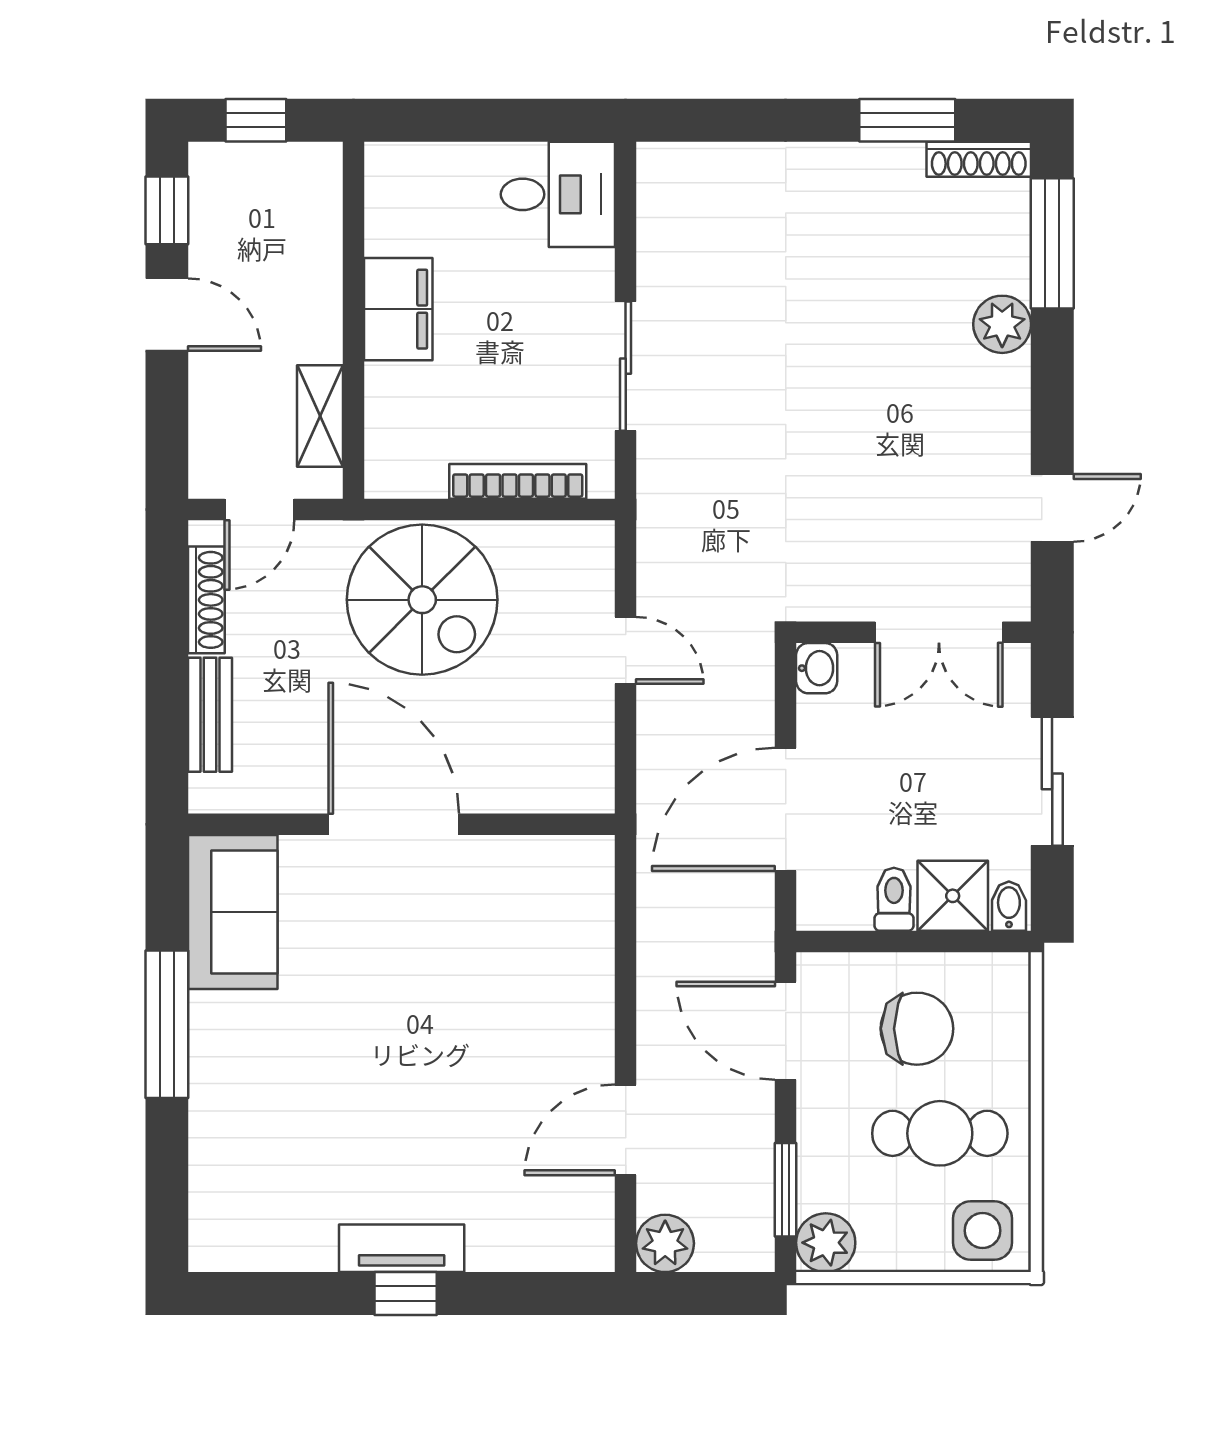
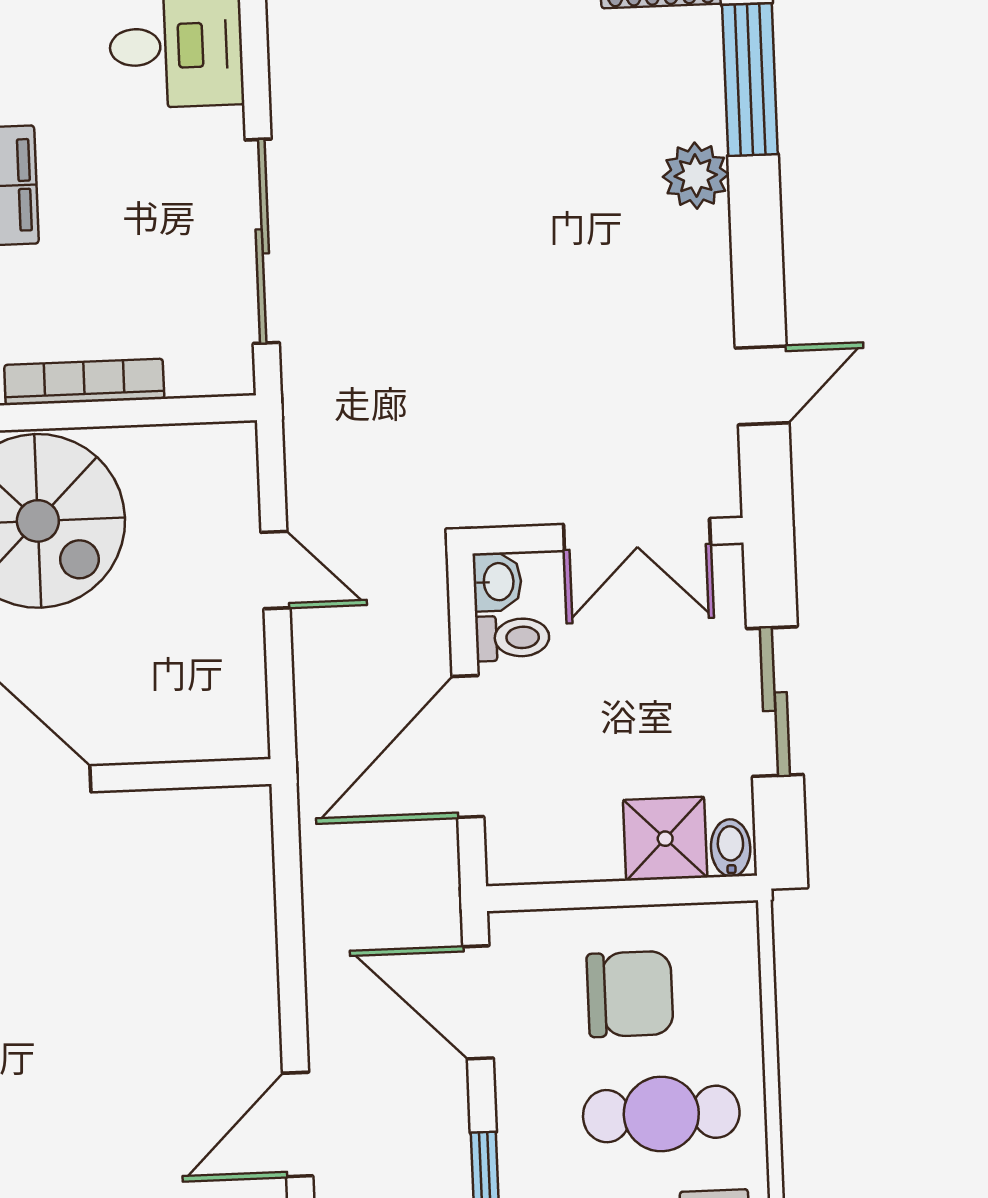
sliding door: (626, 366) -> (262, 241), width x1.37
bookcase: (518, 481) -> (84, 382), moved
toilet: (894, 899) -> (512, 638), moved, turned 90

